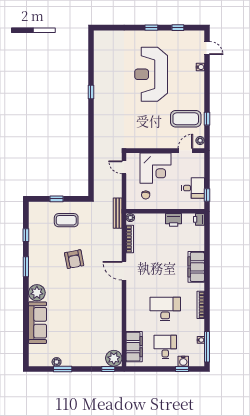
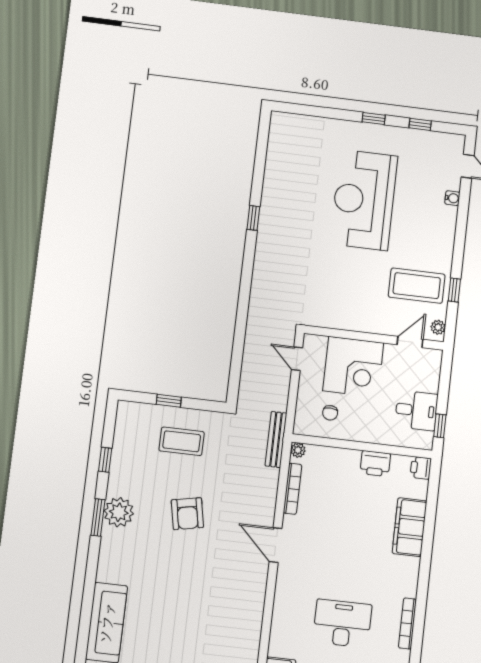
filing cabinet: (196, 267) -> (410, 527), moved
plant: (37, 293) -> (119, 512), moved

